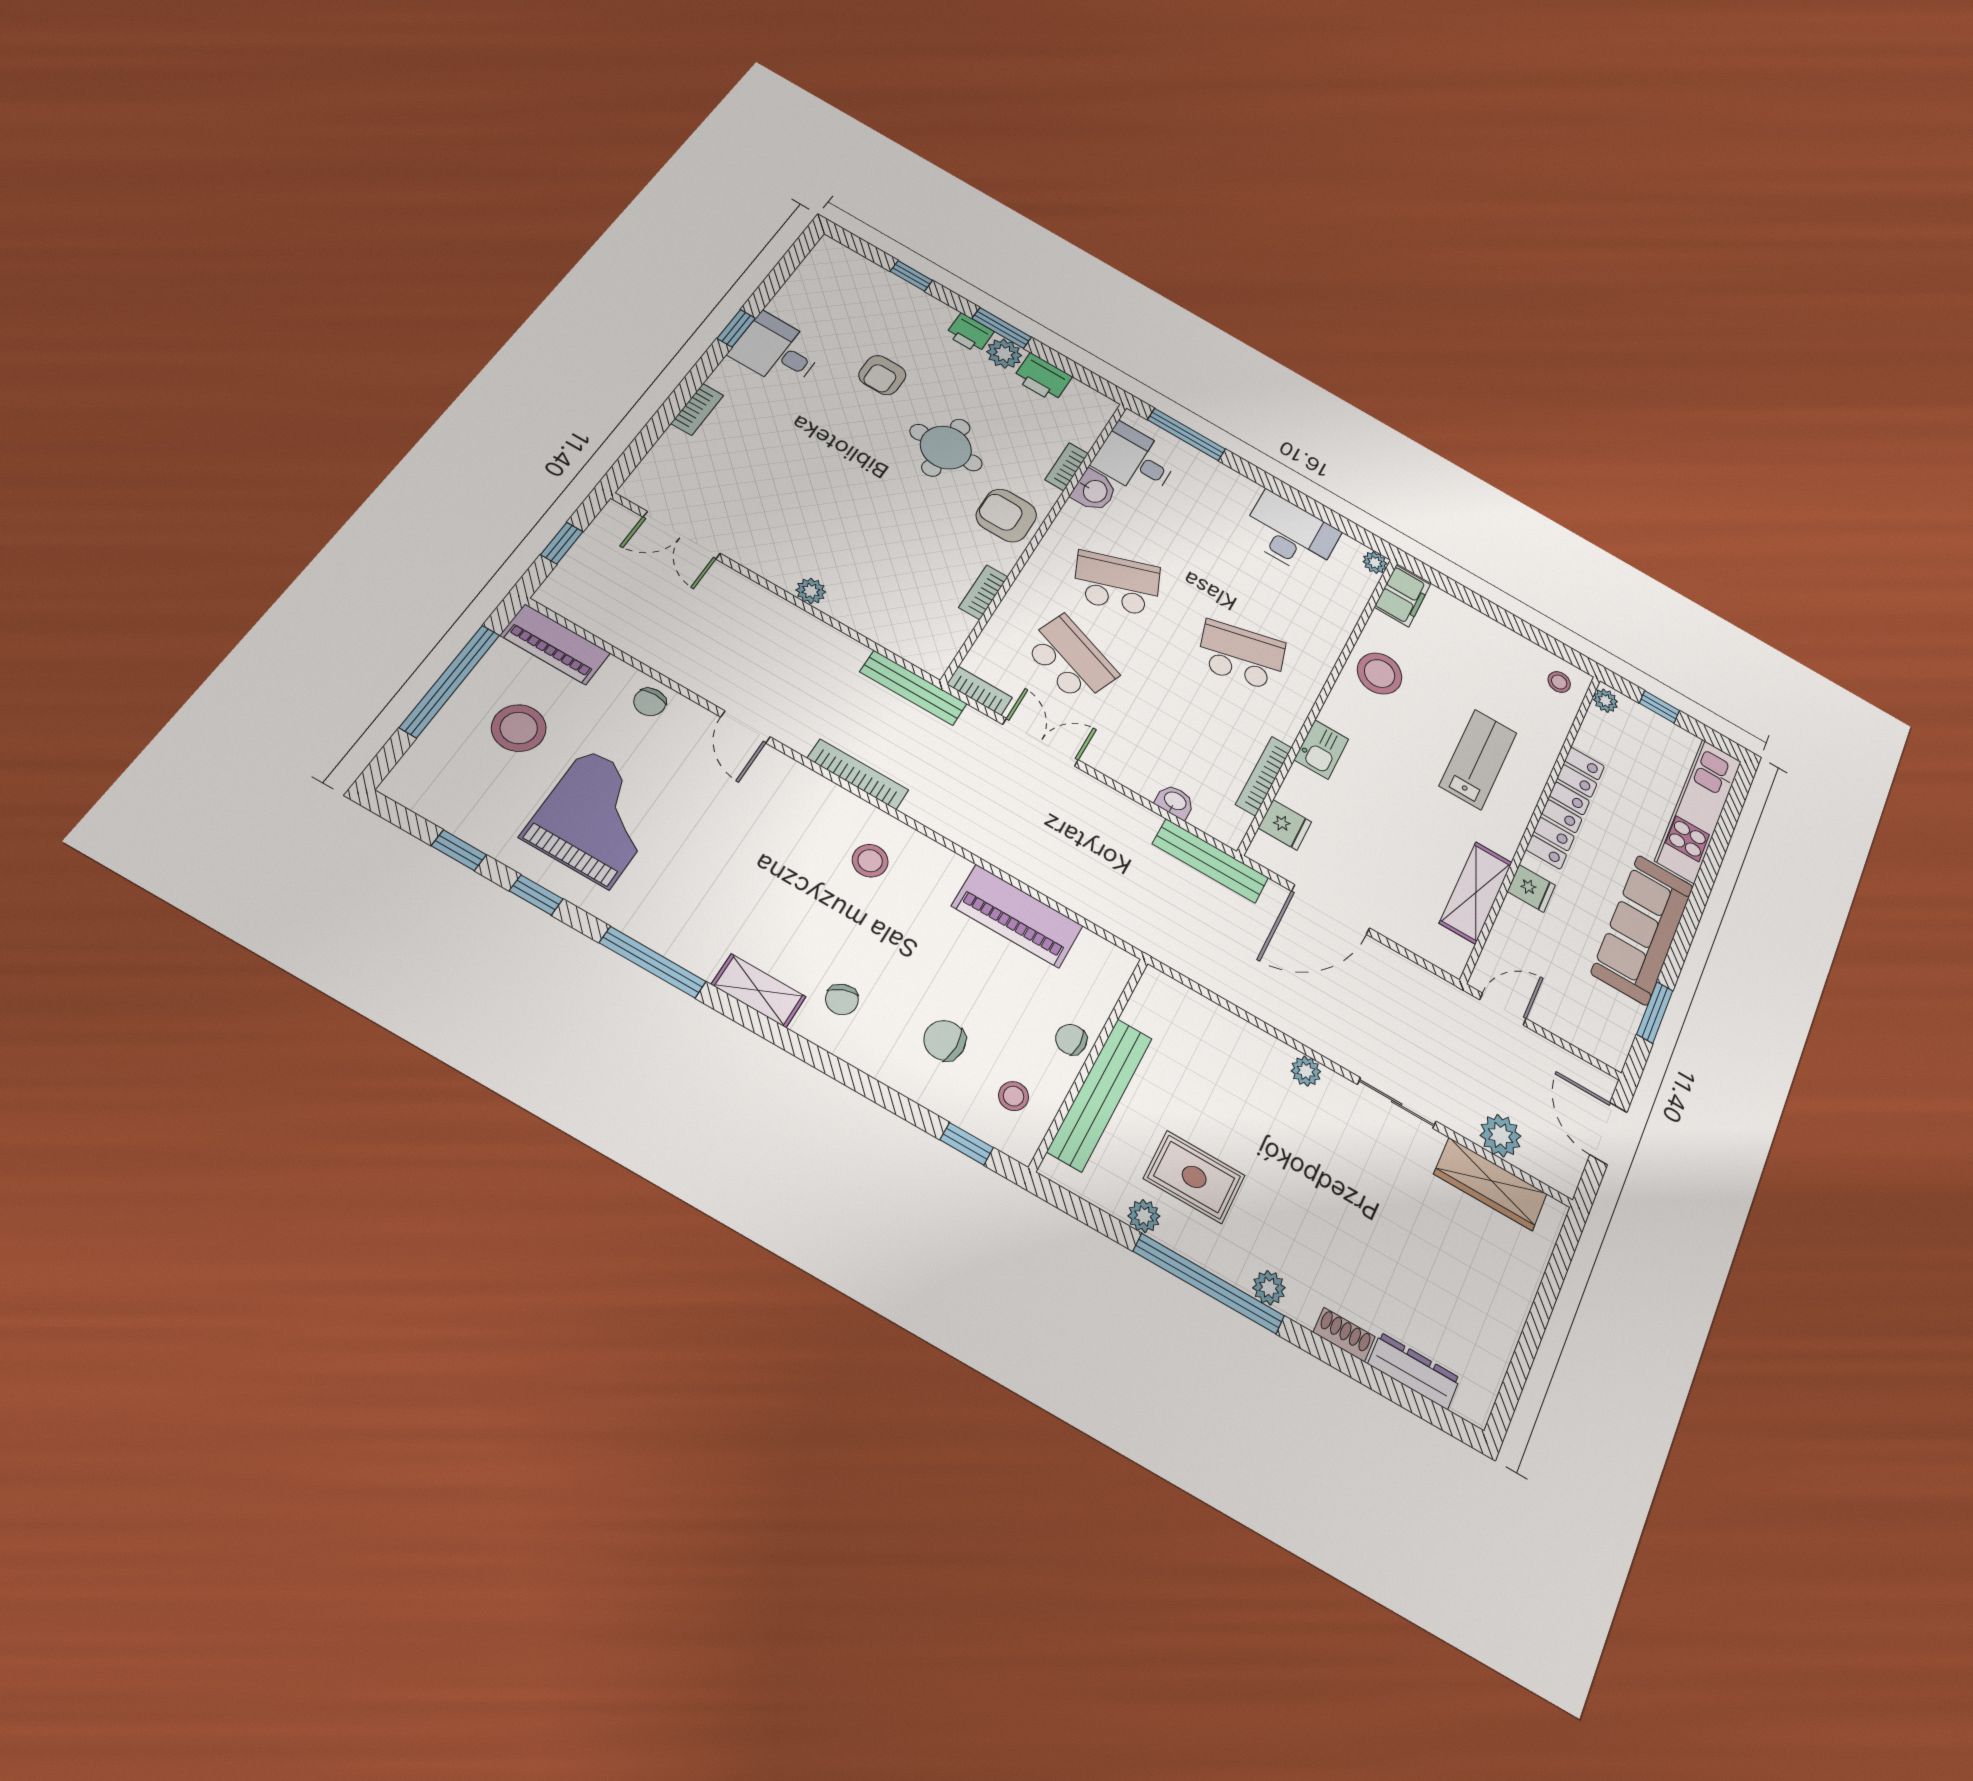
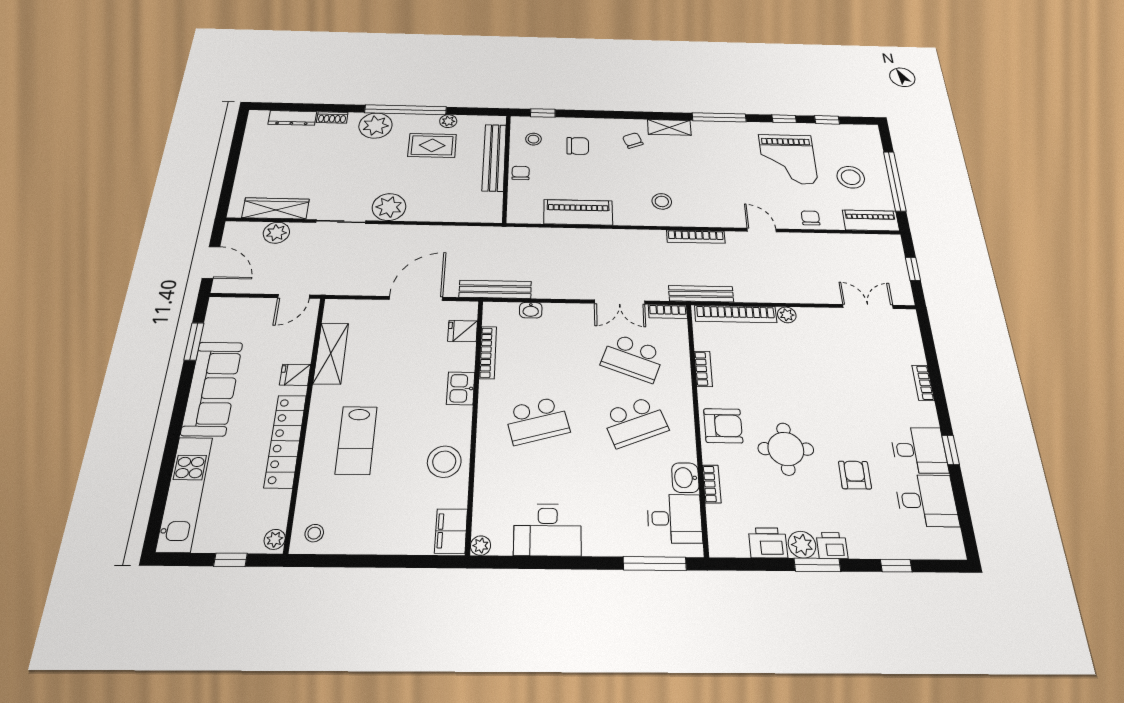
desk: (817, 304) -> (927, 500), added
bookcase: (884, 633) -> (736, 314), added
chair: (1071, 1039) -> (521, 173), turned -90
plant: (1306, 1071) -> (389, 207), width x1.87, depth x1.87
plant: (1269, 1288) -> (375, 126), width x1.88, depth x1.88

